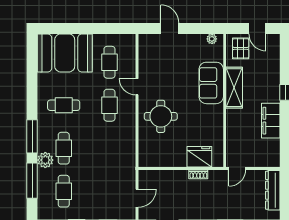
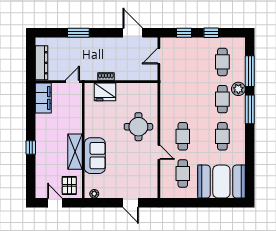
cafe table: (64, 105) -> (222, 136), turned 90
filing cabinet: (271, 121) -> (43, 98), moved

